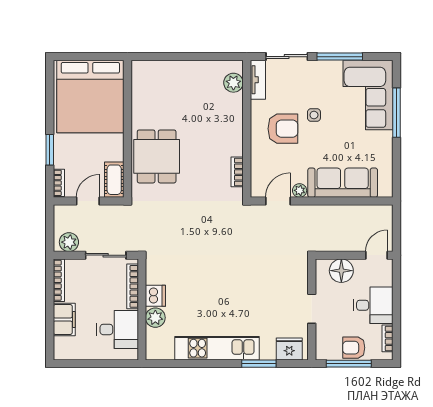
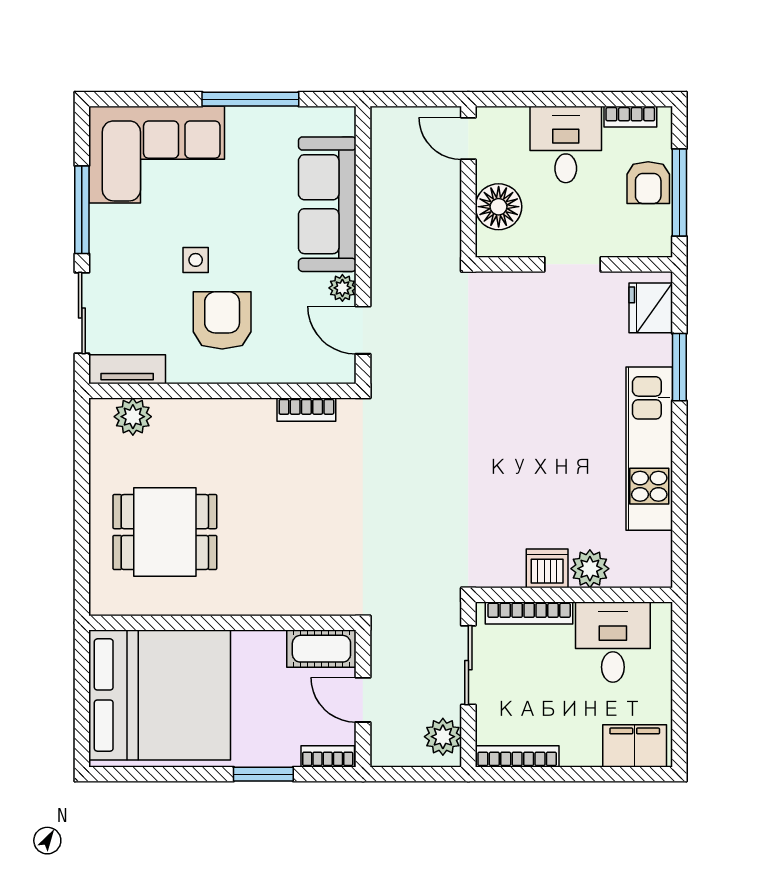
window: (397, 113) -> (250, 99), moved
dining table: (157, 156) -> (165, 532), moved
filing cabinet: (64, 319) -> (635, 746), moved

